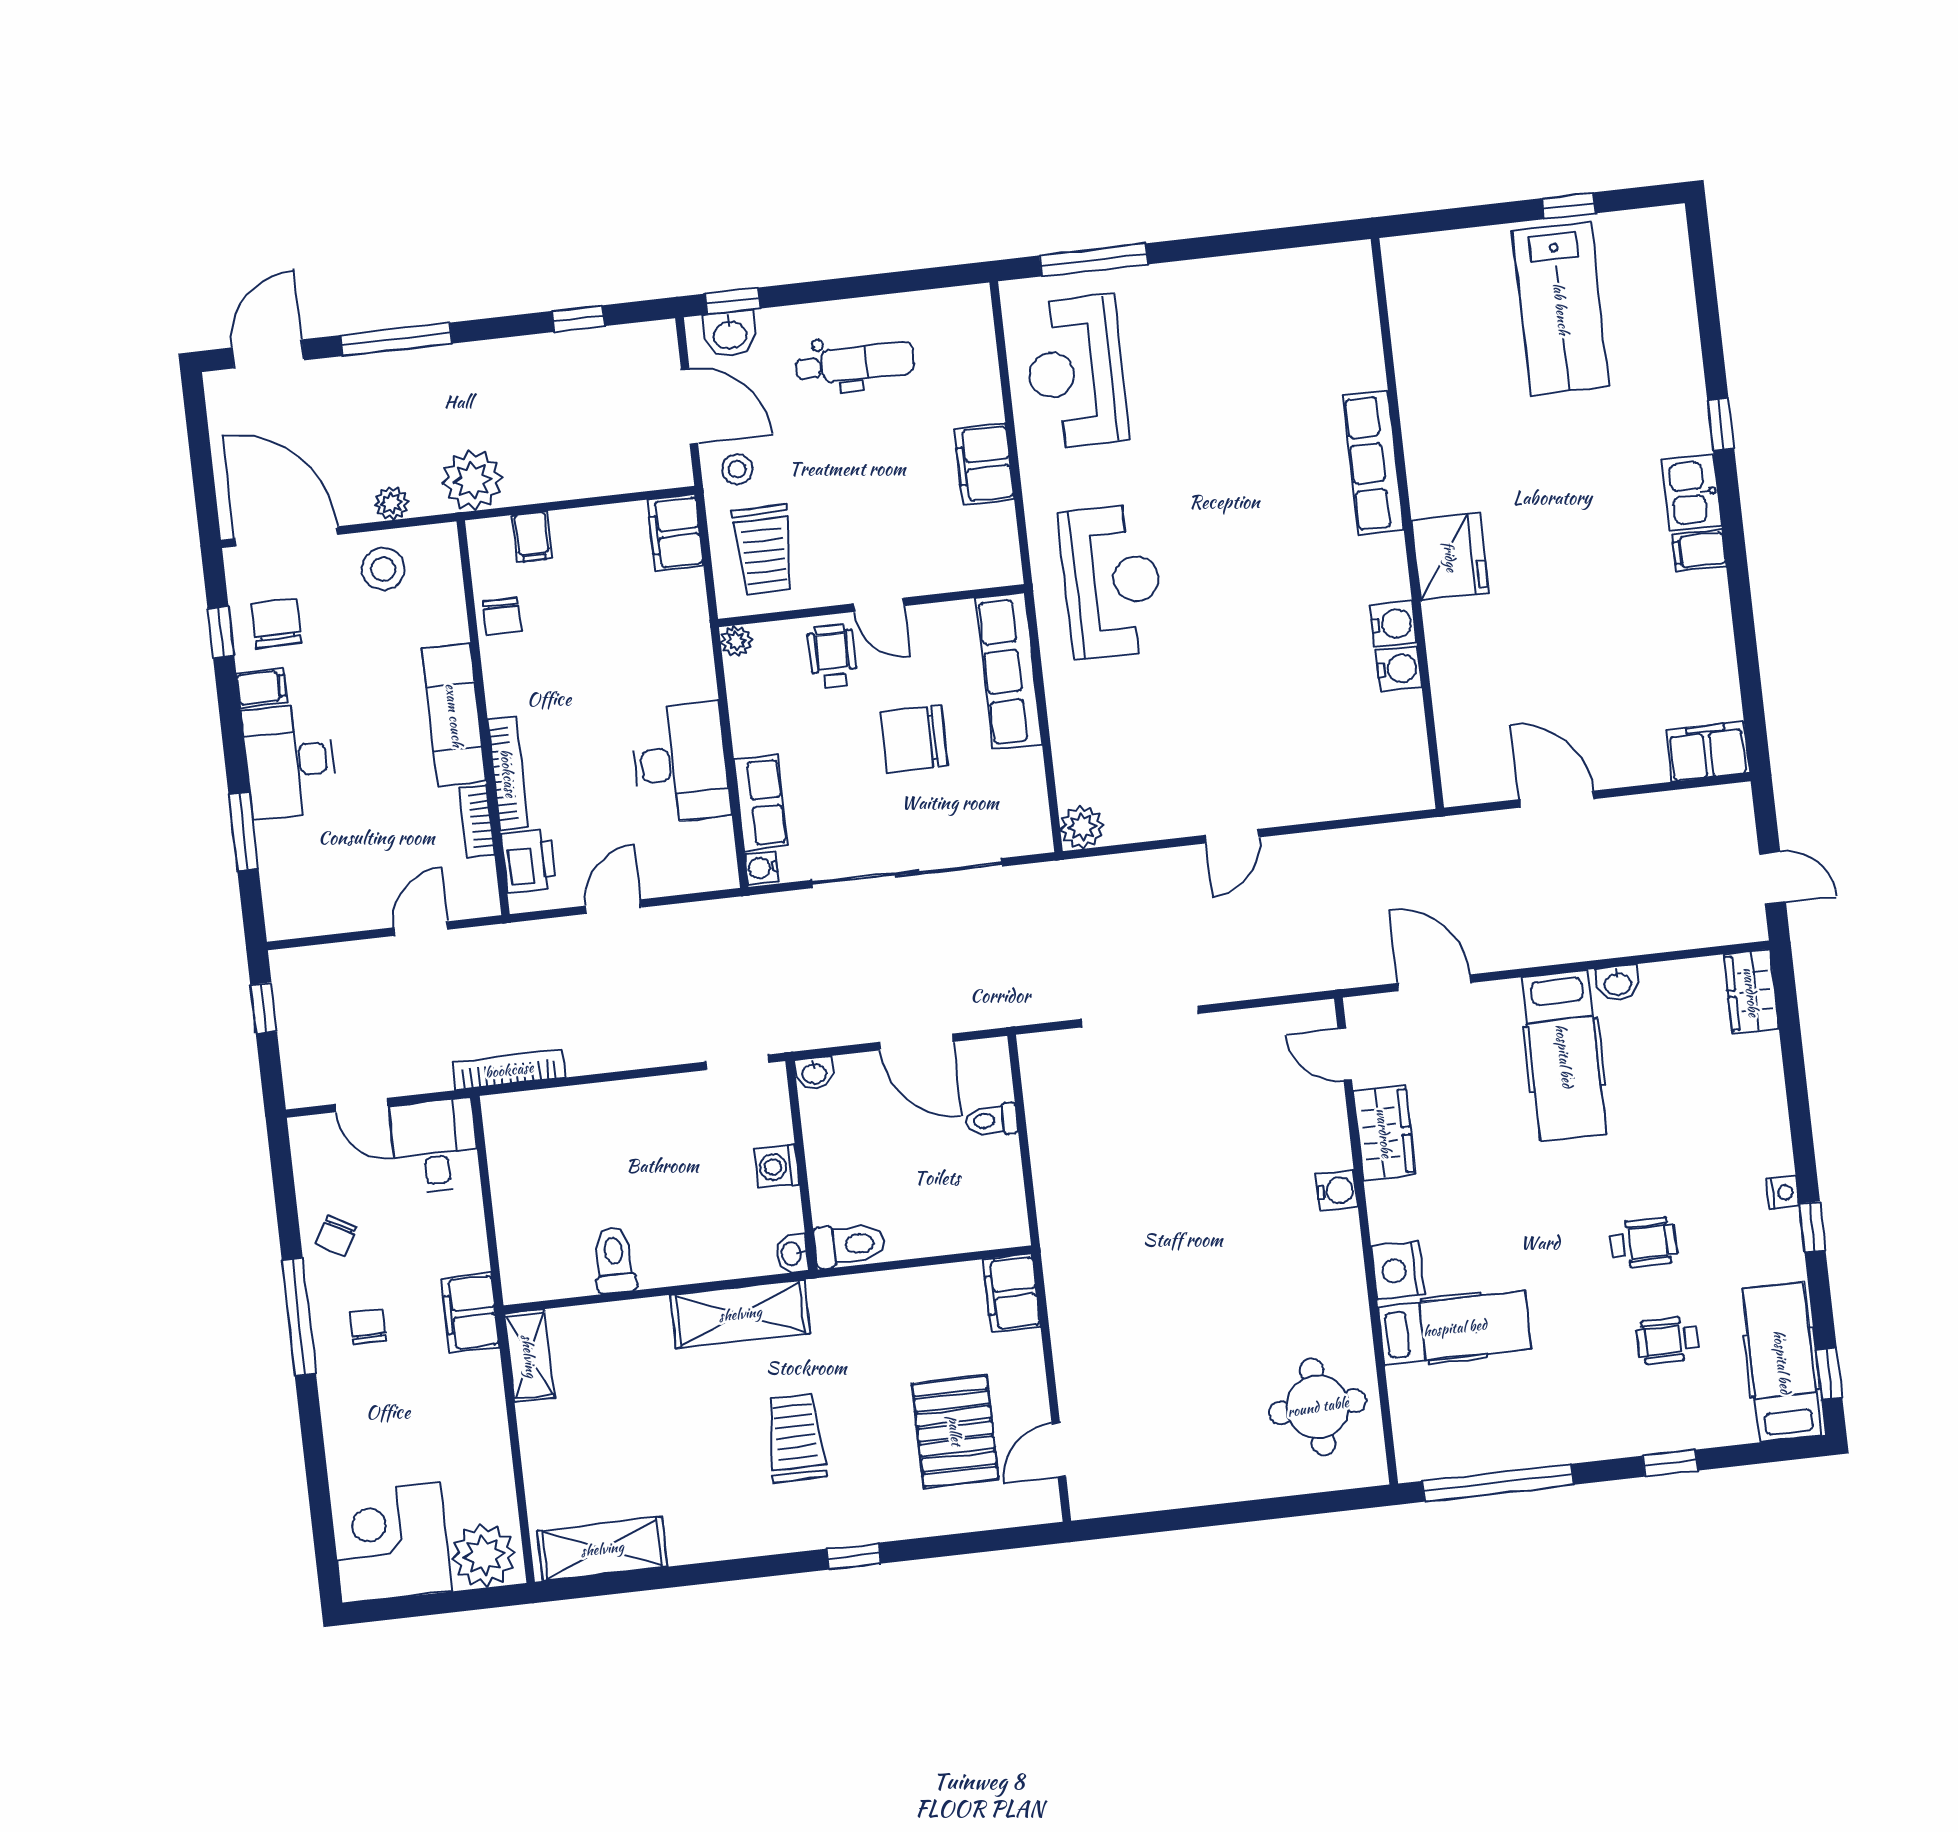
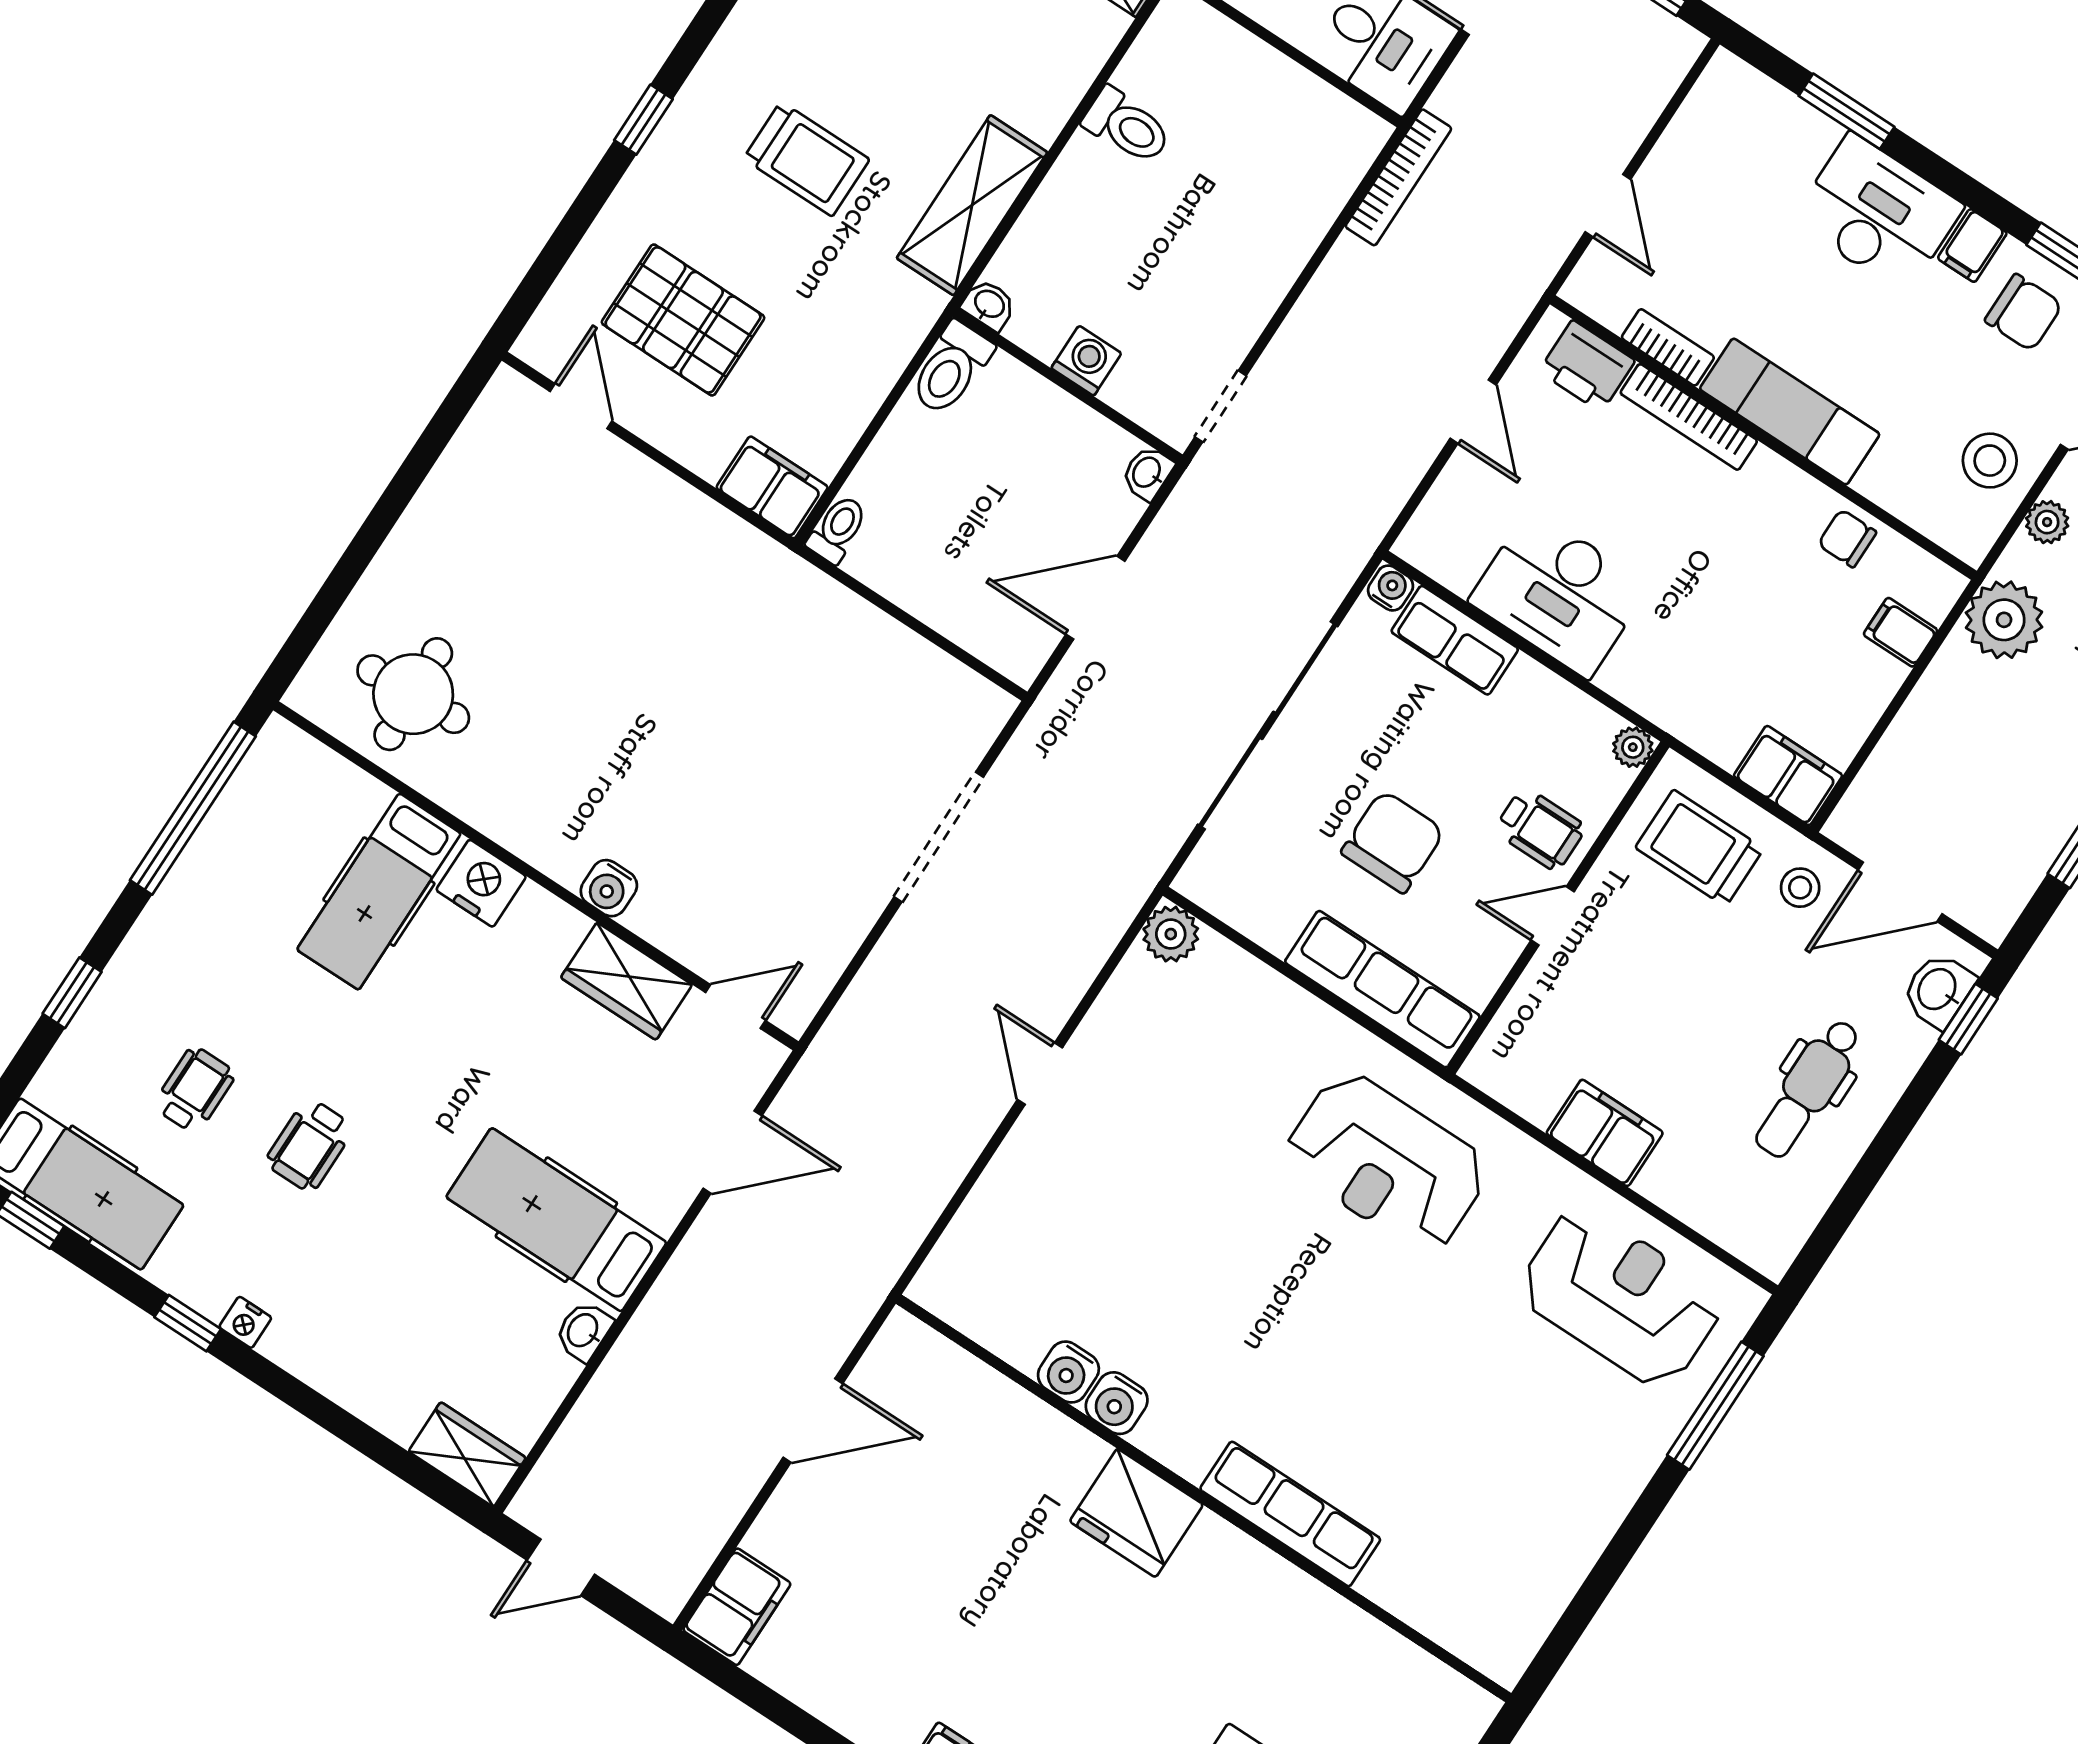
toilet: (991, 1120) -> (838, 529), moved

